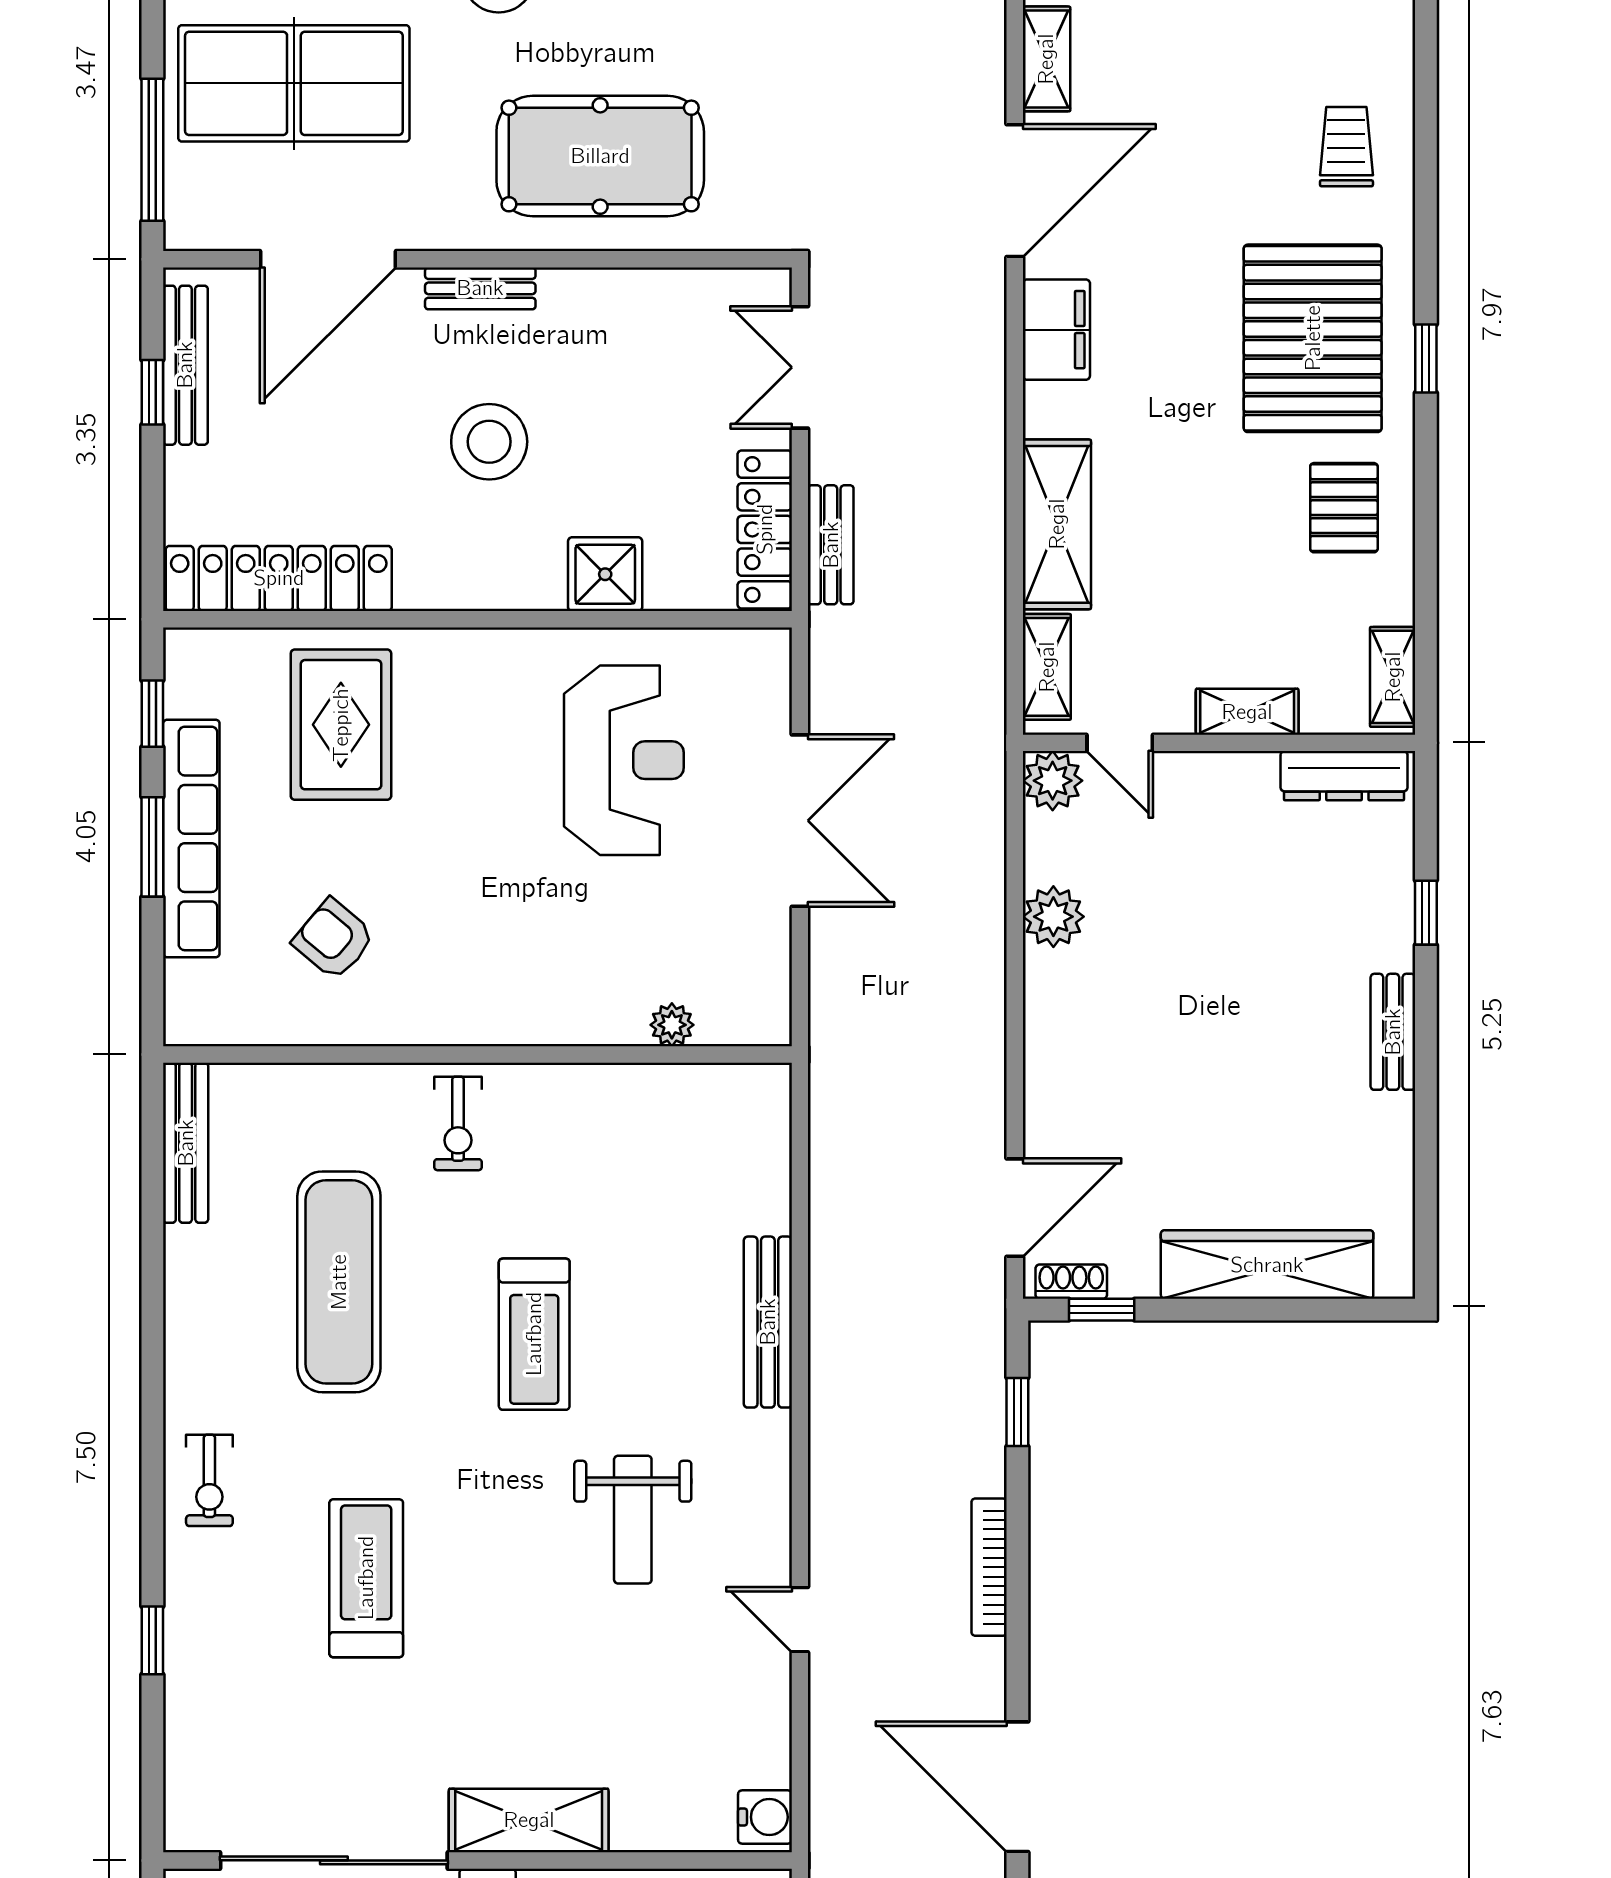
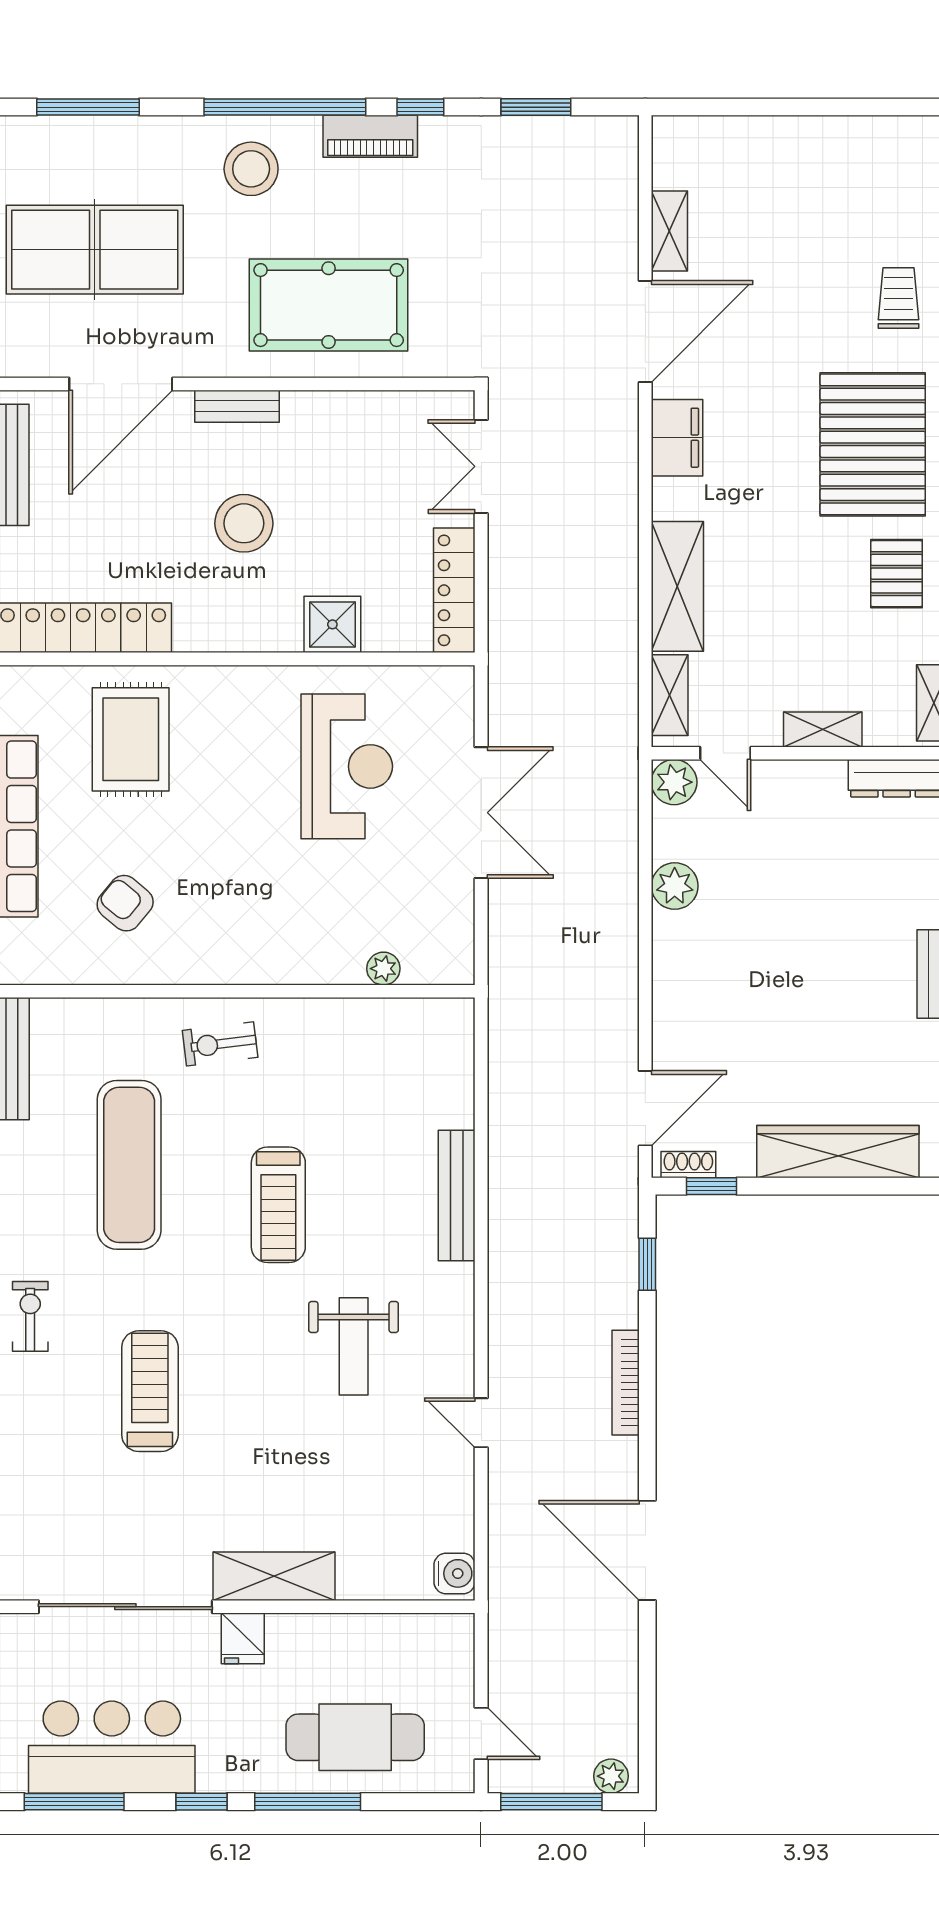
bench: (831, 545) -> (505, 602), removed
exercise bike: (458, 1123) -> (220, 1044), turned 83
exercise bike: (209, 1480) -> (30, 1316), turned 180

